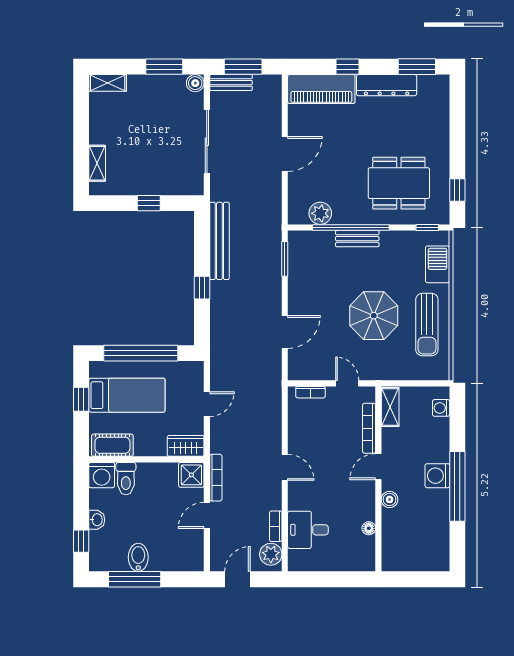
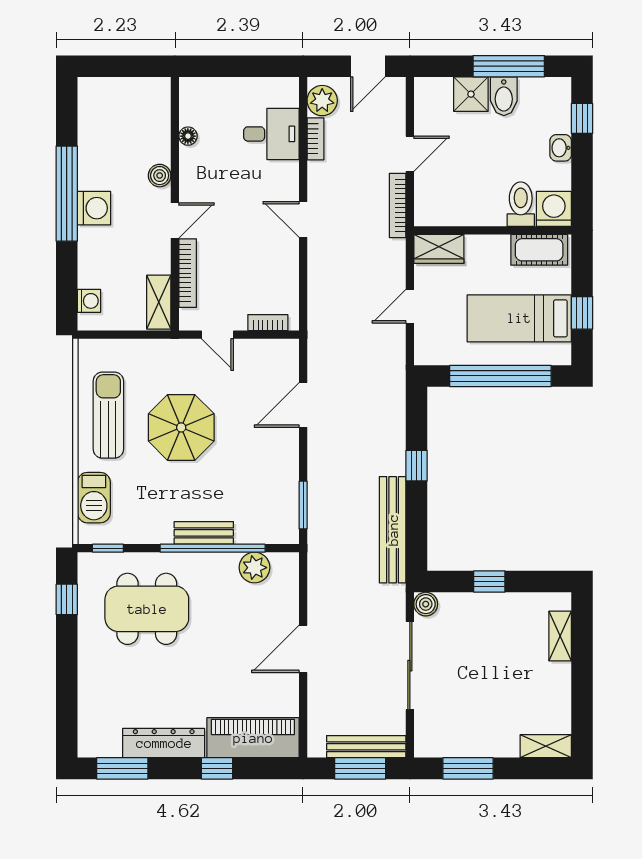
boiler: (195, 83) -> (426, 604), moved
bench: (231, 83) -> (366, 747), width x1.36
shower: (191, 475) -> (471, 94), moved

